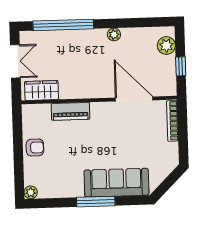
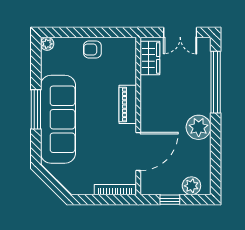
plant: (114, 34) -> (199, 127), width x1.87, depth x1.87
piano: (71, 111) -> (128, 104), moved
armchair: (35, 147) -> (92, 50), turned 90
sofa: (116, 183) -> (58, 119), width x1.36, depth x1.27

